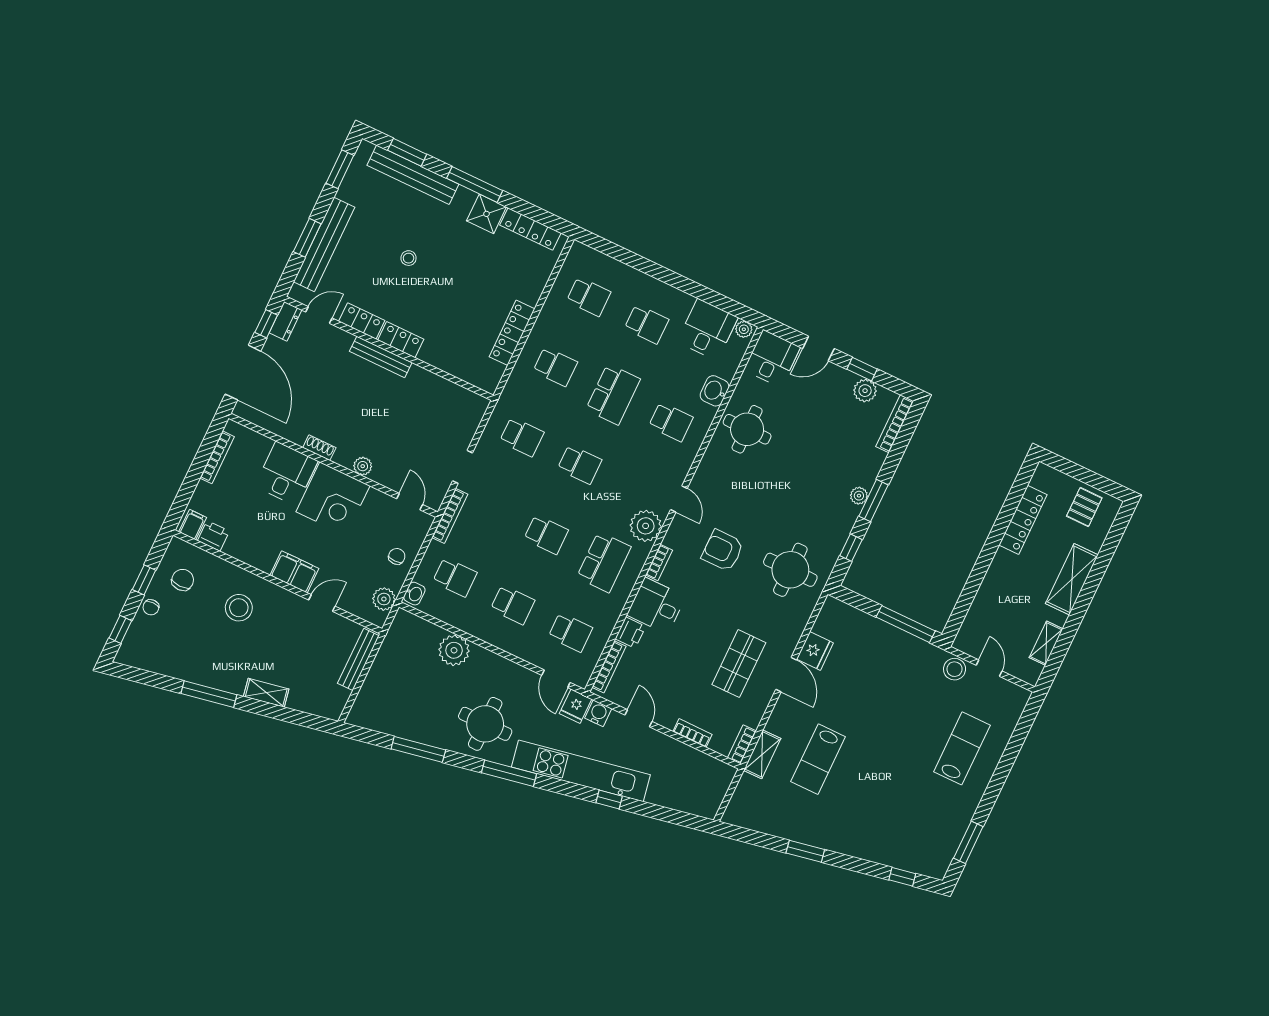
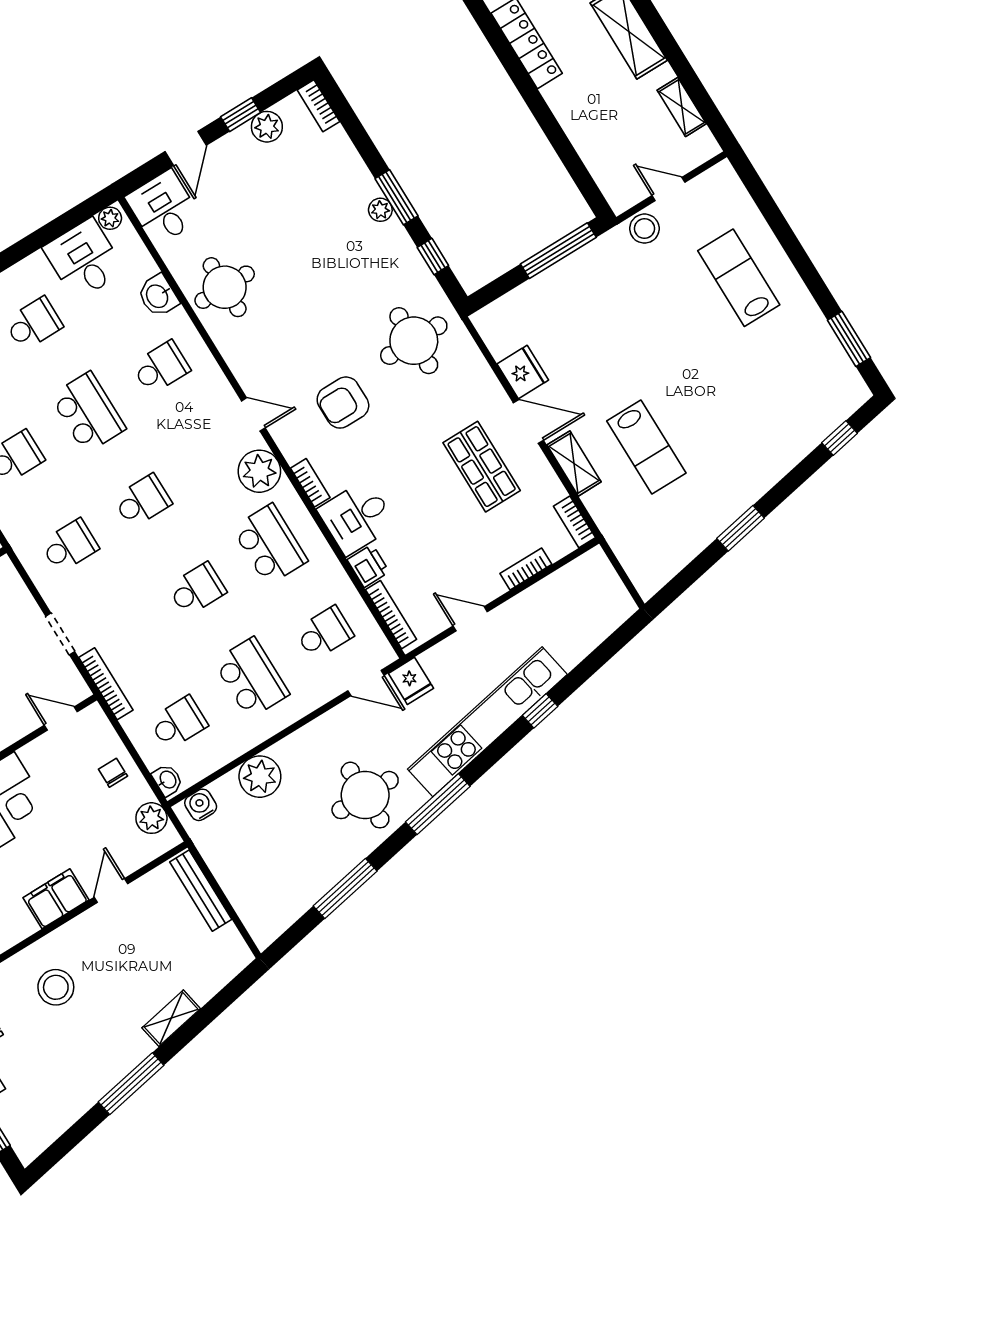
bookcase: (895, 424) -> (318, 106), width x0.64
school desk: (513, 605) -> (251, 678), width x1.85
water cooler: (598, 713) -> (201, 805), moved
shelving: (762, 754) -> (574, 463), moved

